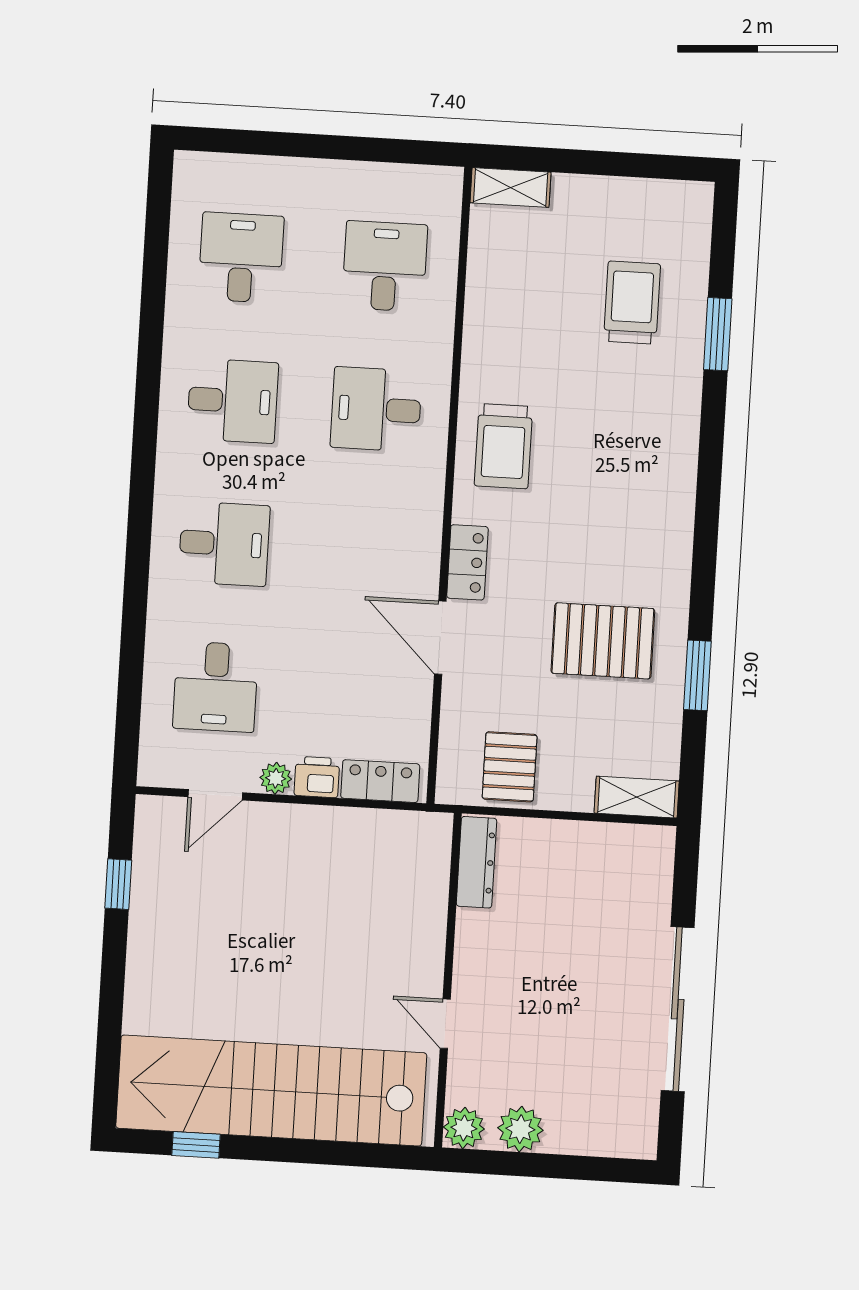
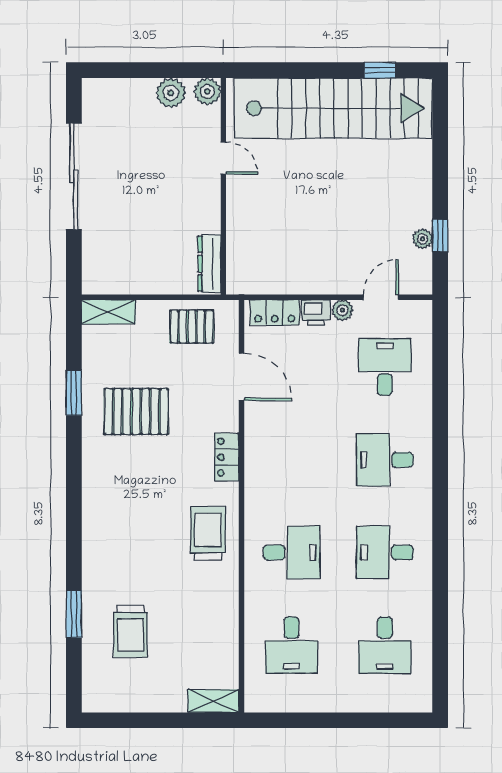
door: (440, 638) -> (241, 377), moved
pallet: (510, 767) -> (192, 327), turned 90
plant: (146, 881) -> (422, 239), added

